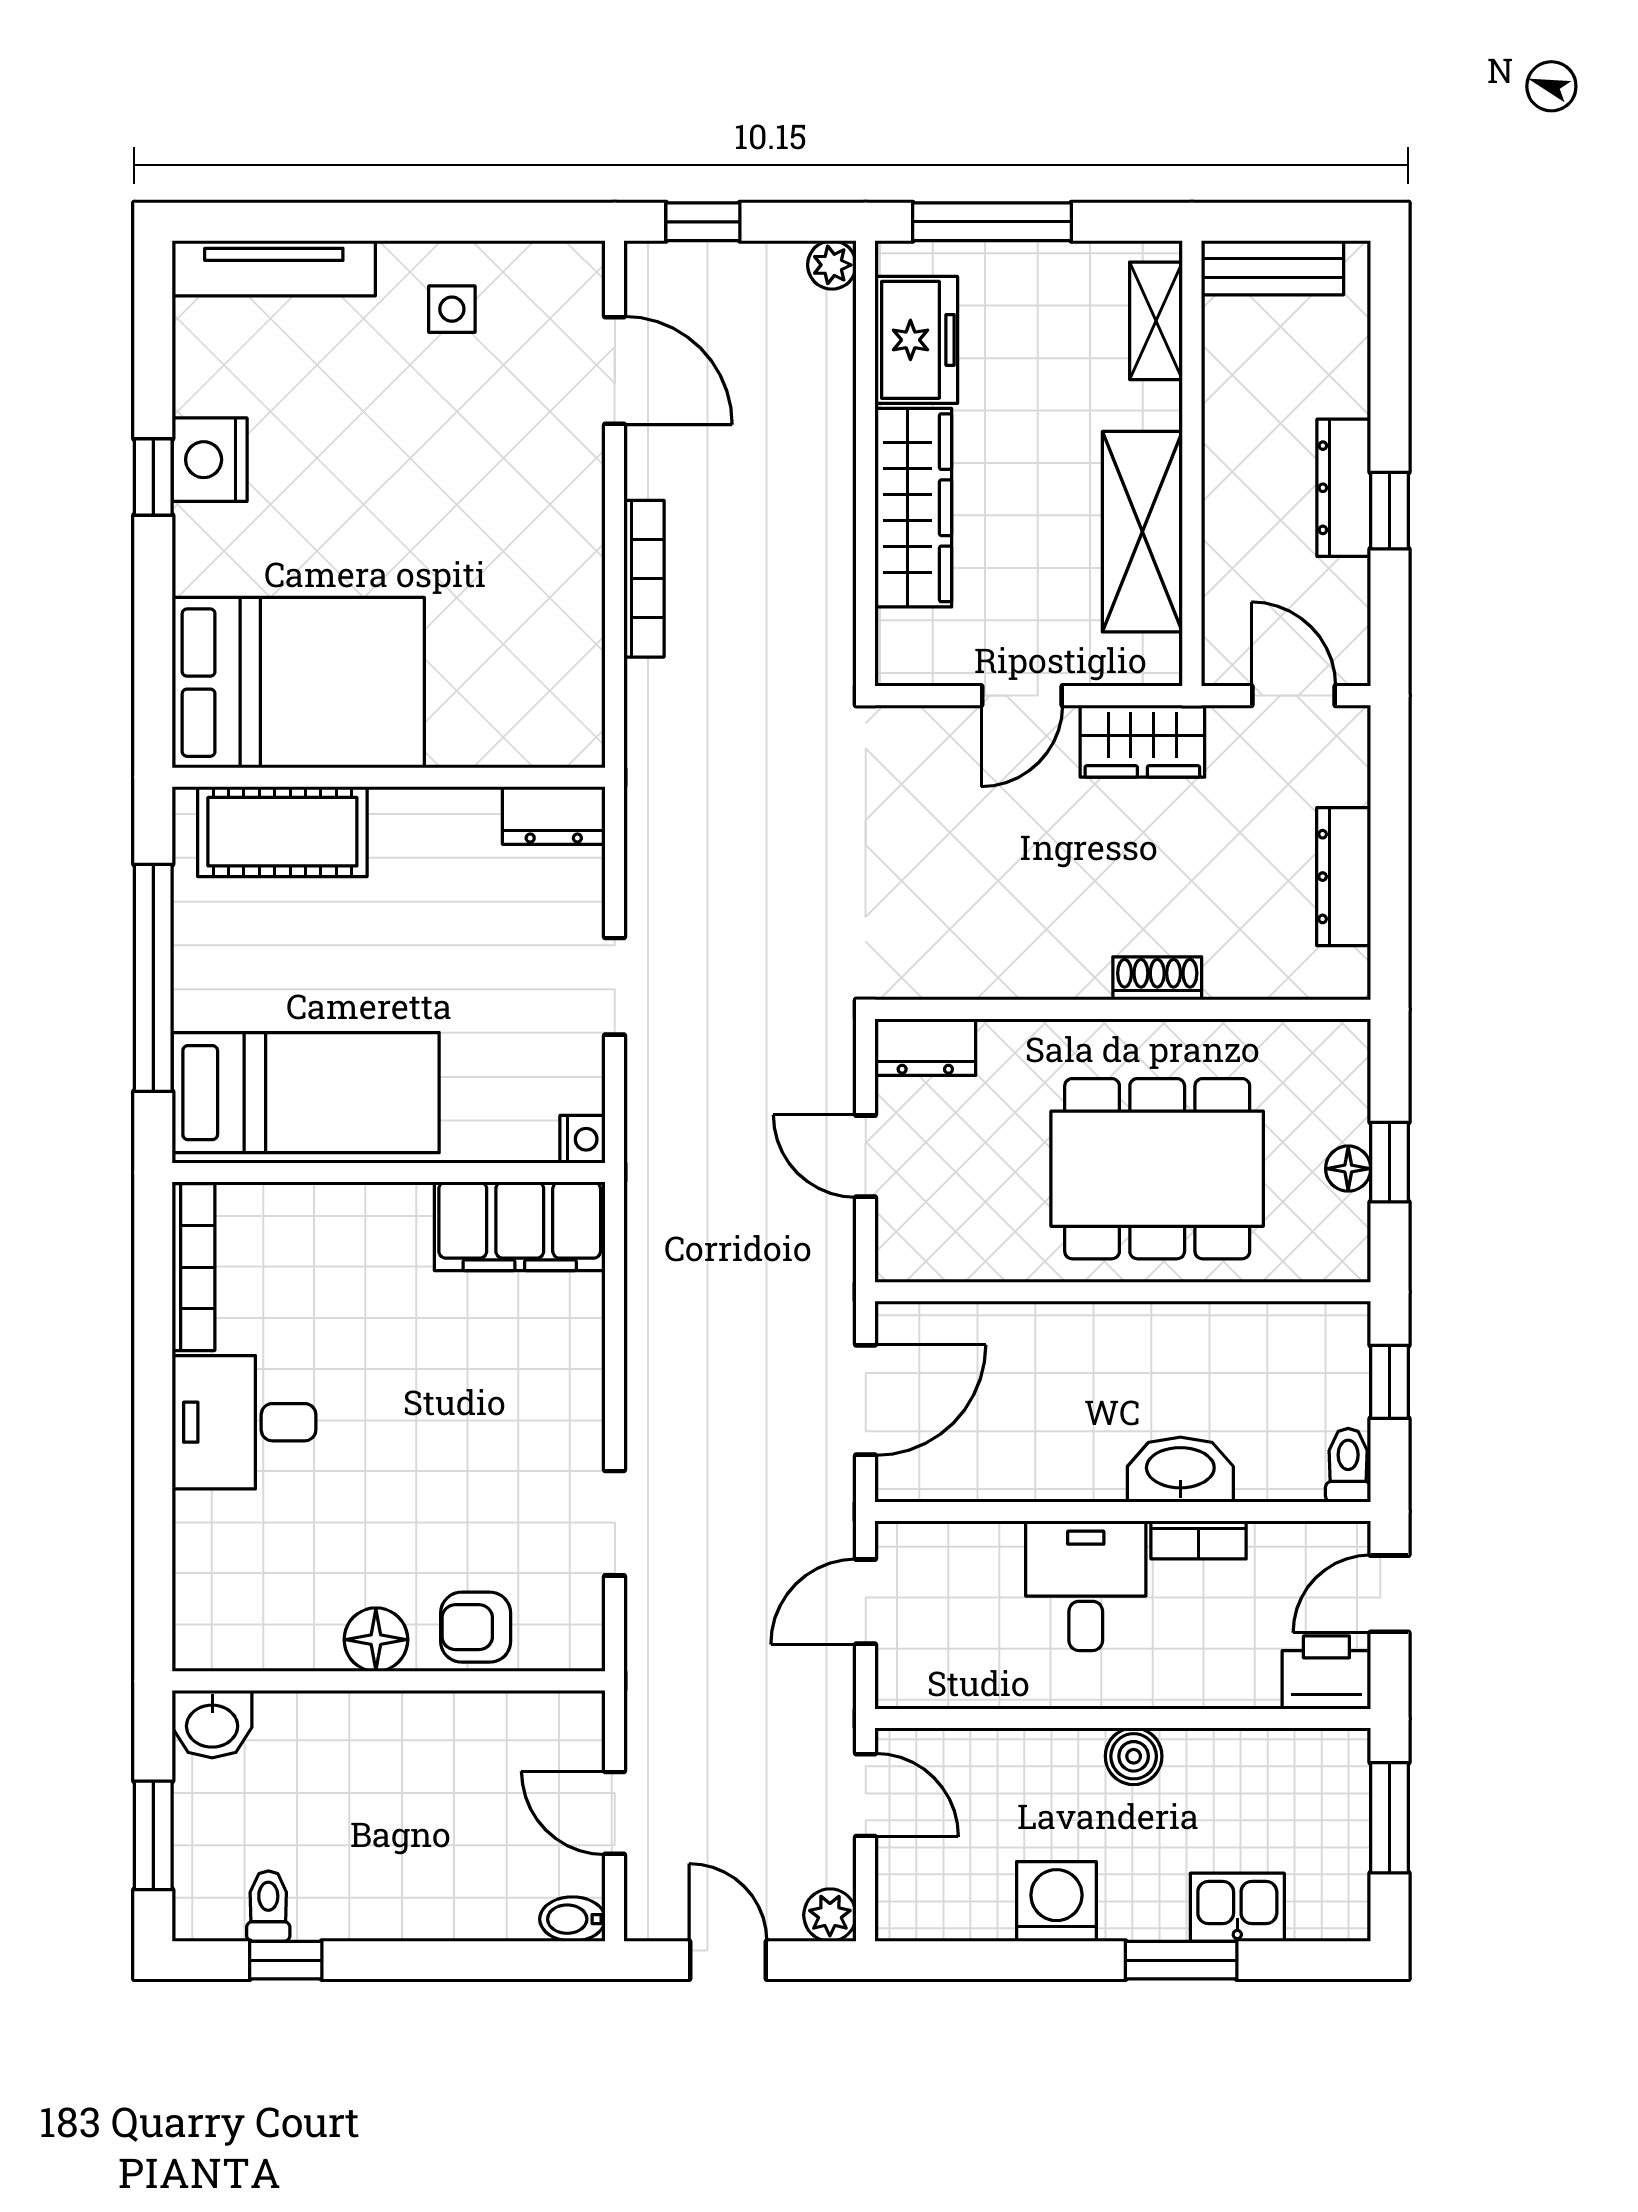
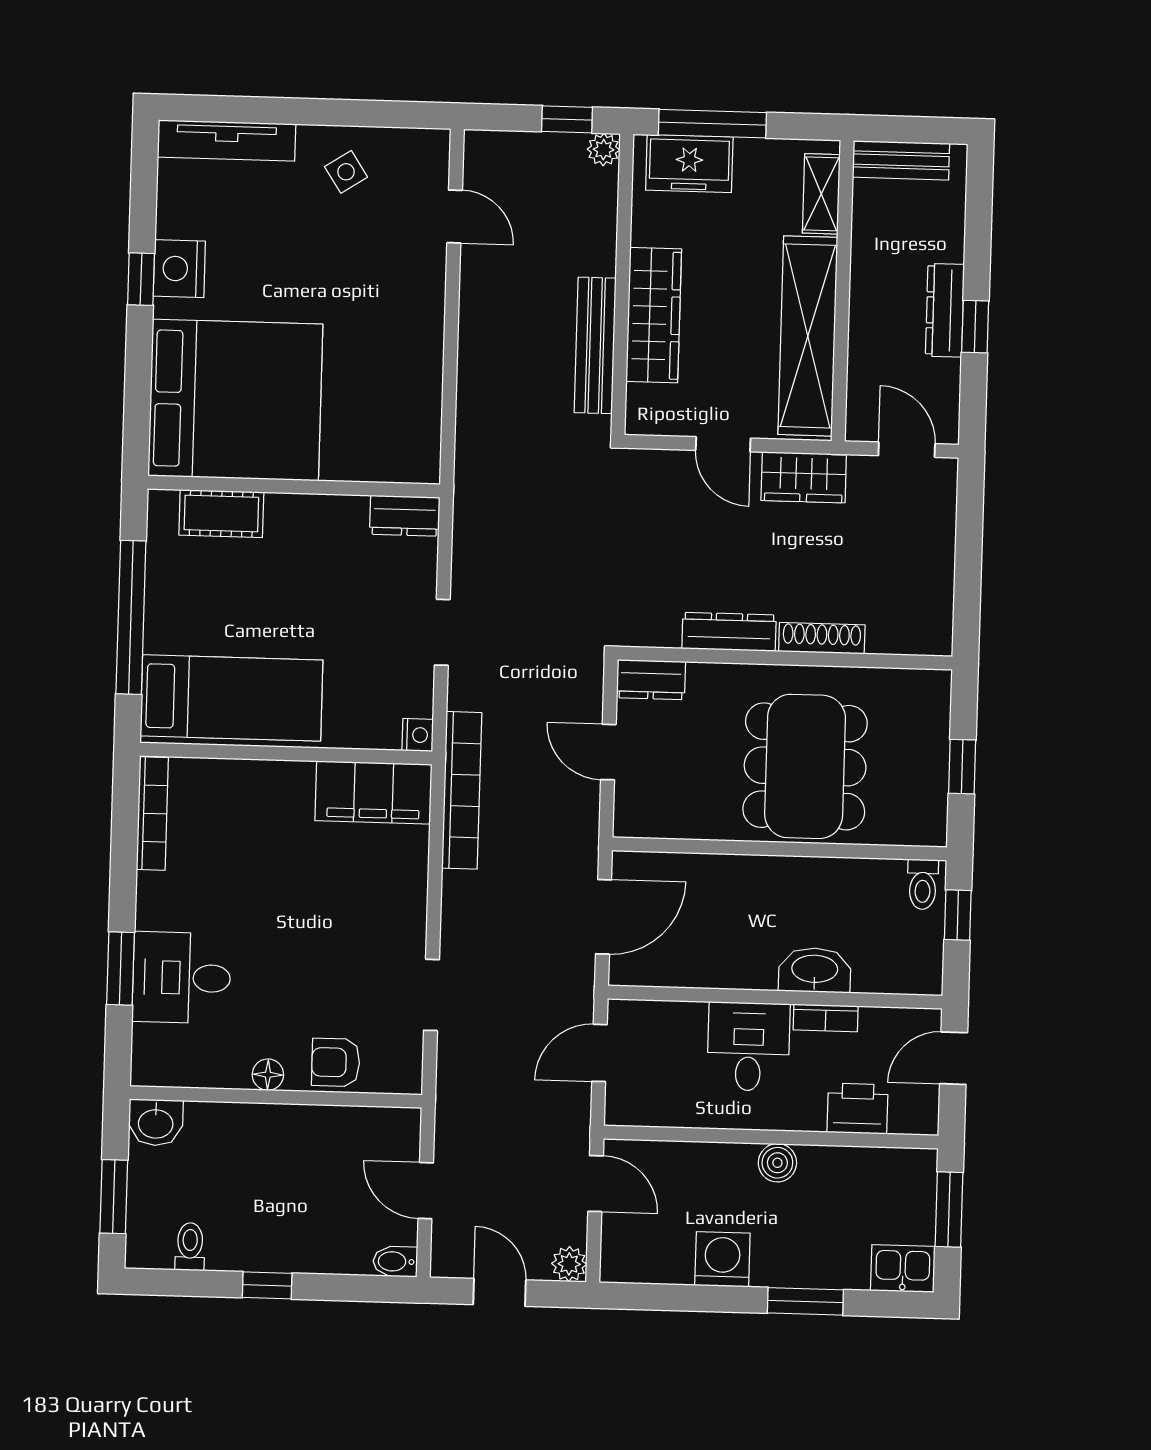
window: (703, 222) -> (567, 119), moved
side table: (452, 309) -> (346, 172), turned -33
freezer: (916, 340) -> (689, 164), moved, turned 90
door: (615, 371) -> (455, 216), width x0.73
shelving: (1142, 532) -> (808, 336), width x1.47
bench: (828, 555) -> (595, 345), added
bookcase: (644, 579) -> (462, 790), moved, width x1.48, depth x1.31
bed: (298, 683) -> (235, 400), width x1.36
door: (1022, 696) -> (723, 444), hinge flipped
cot: (282, 832) -> (221, 514), width x0.73, depth x0.75
dresser: (1344, 877) -> (729, 632), moved, turned 90
shoe rack: (1157, 978) -> (822, 638), width x1.43
dining table: (1157, 1169) -> (805, 766), turned 90
floor lamp: (1348, 1169) -> (934, 770), removed
desk: (244, 1422) -> (182, 978), moved
toilet: (1348, 1465) -> (923, 884), moved, turned 180
window: (153, 1498) -> (121, 968), added
floor lamp: (376, 1640) -> (268, 1075), width x0.73, depth x0.73
printer: (1326, 1673) -> (857, 1109), moved
kitchen sink: (1237, 1907) -> (903, 1269), moved
window: (286, 1960) -> (267, 1285), moved

